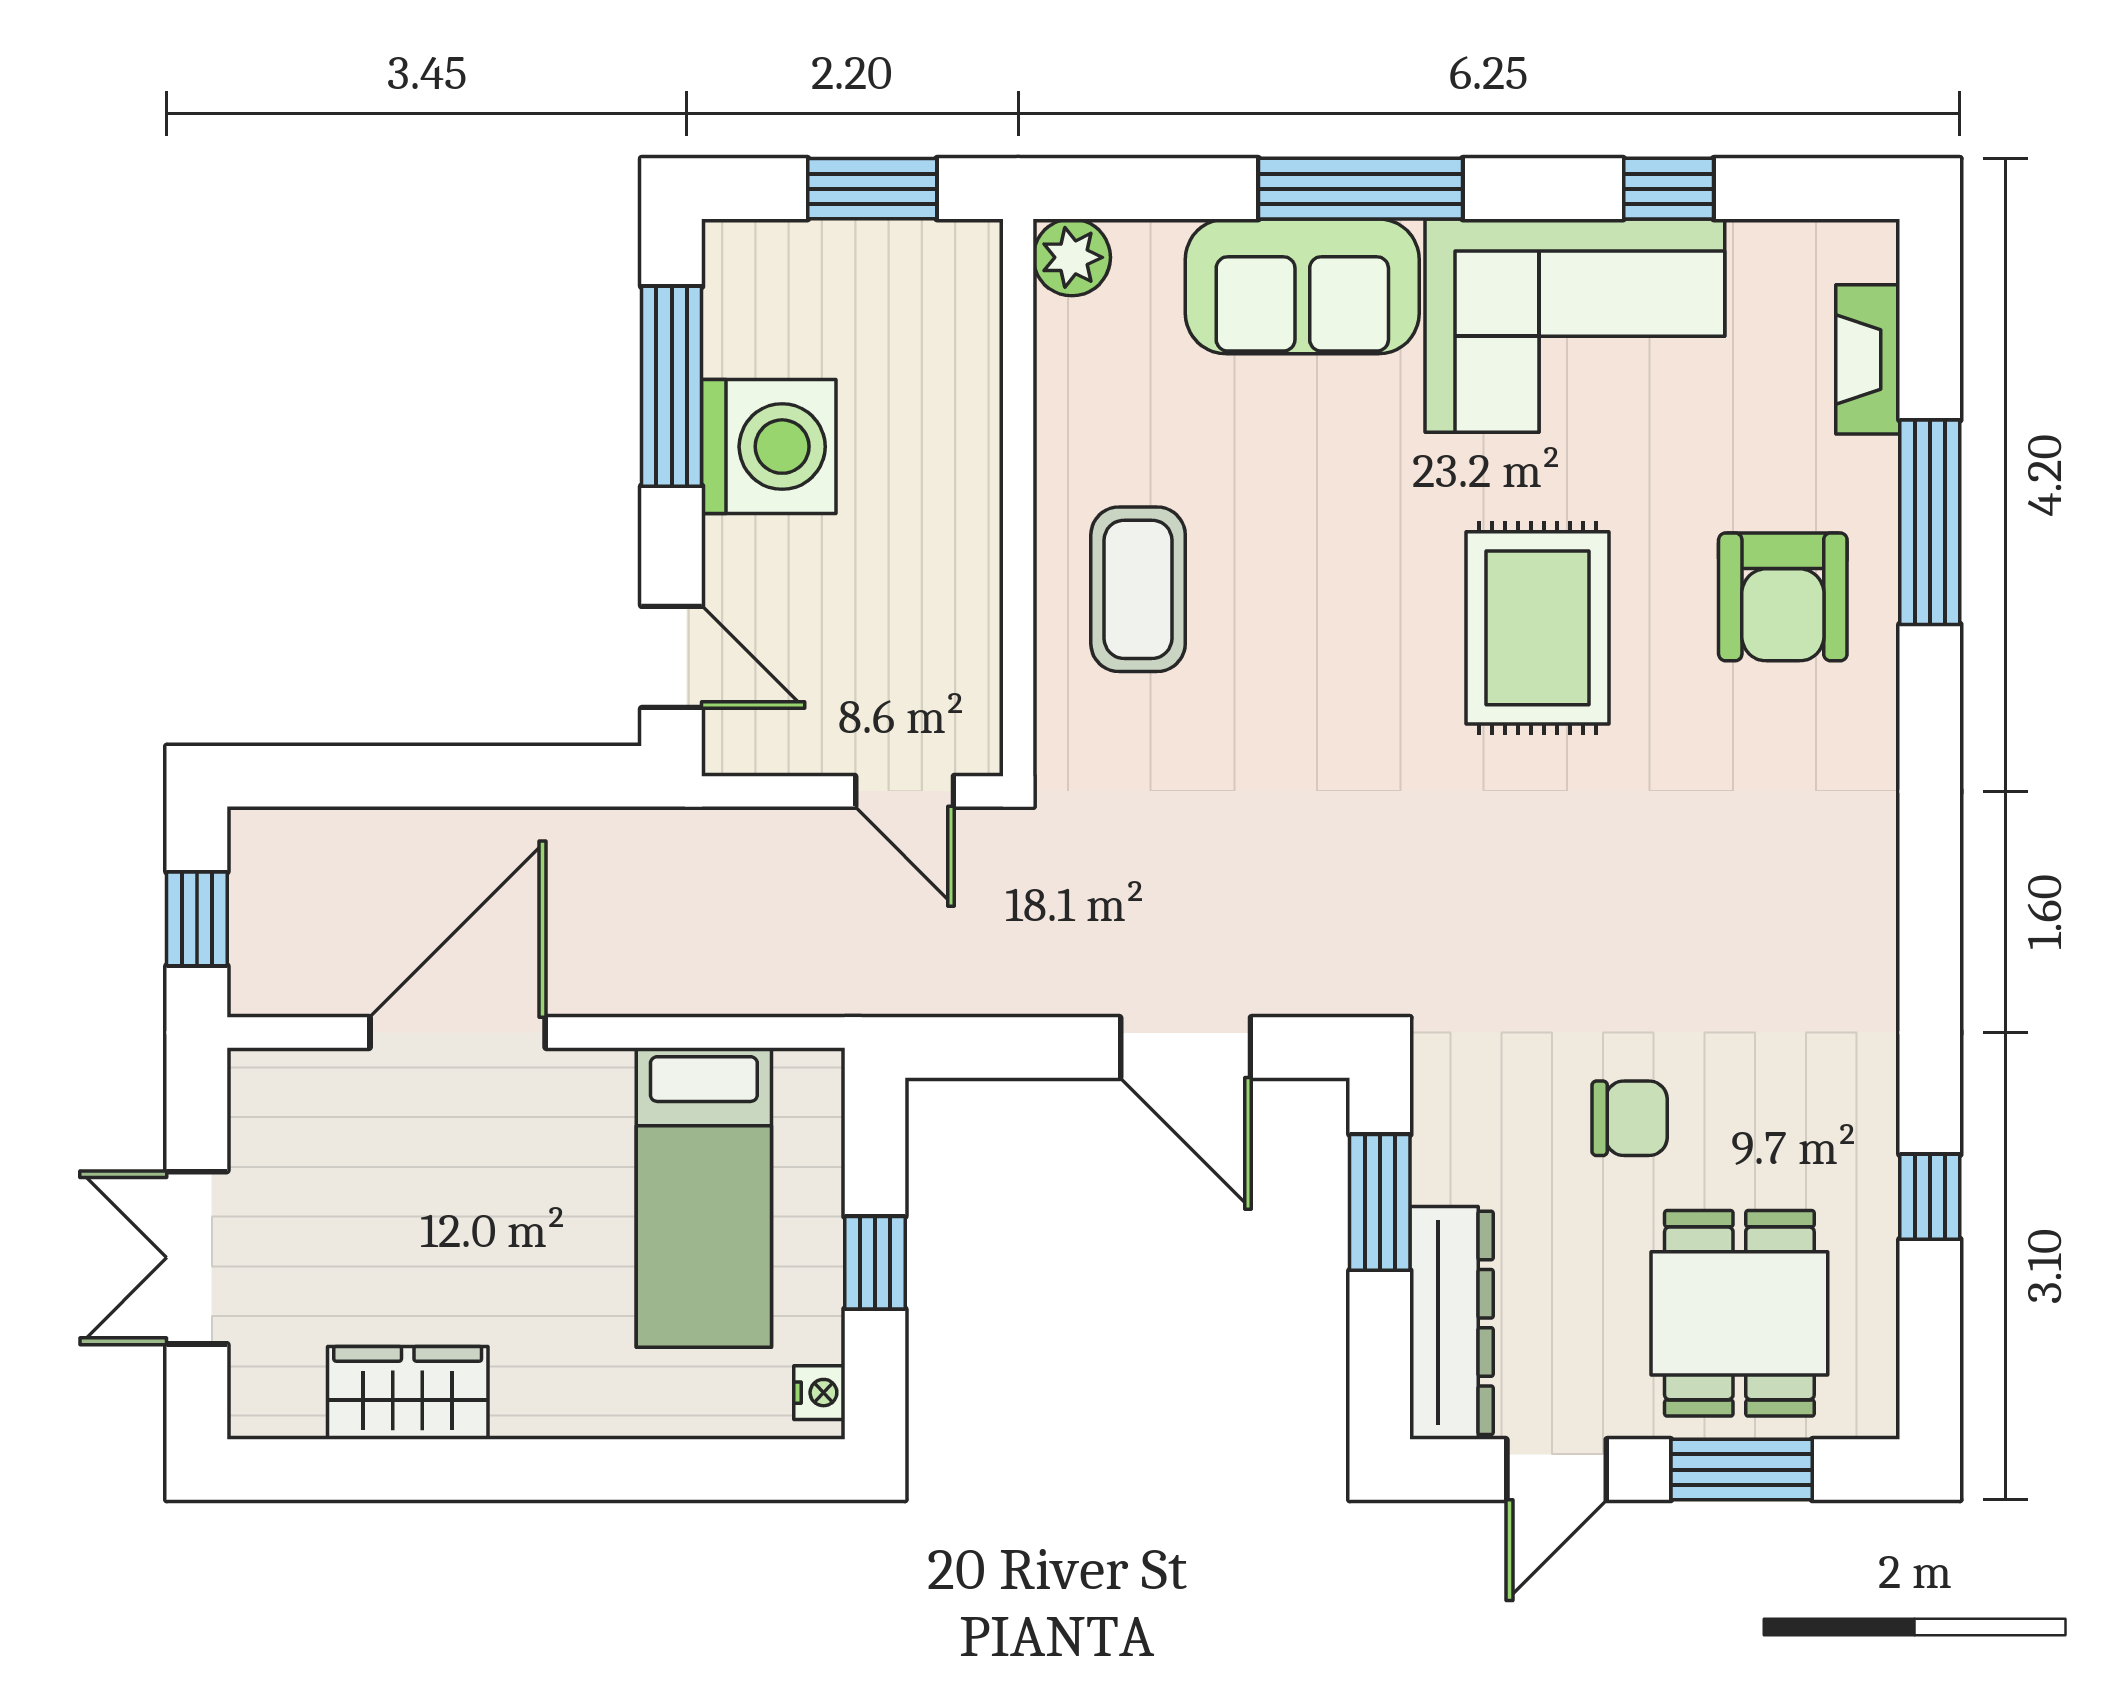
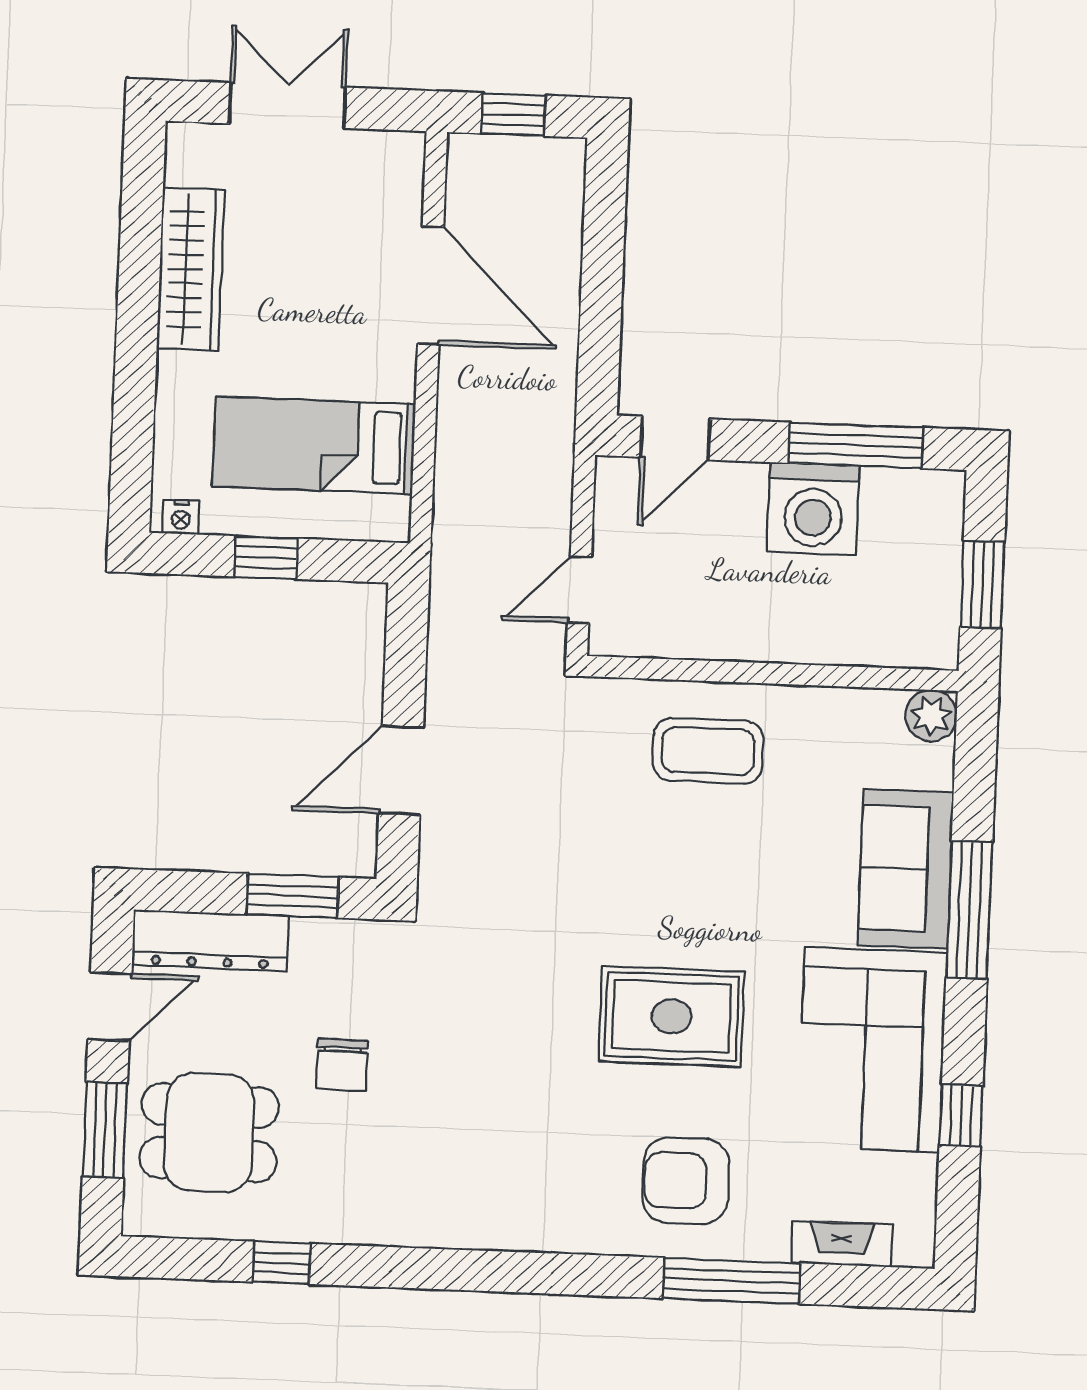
wardrobe: (408, 1393) -> (191, 269), width x1.50
door: (1557, 1470) -> (110, 1007), swing flipped

